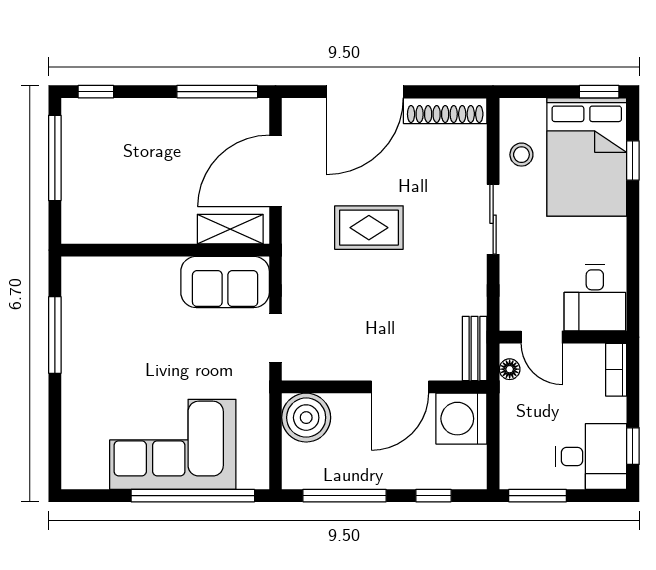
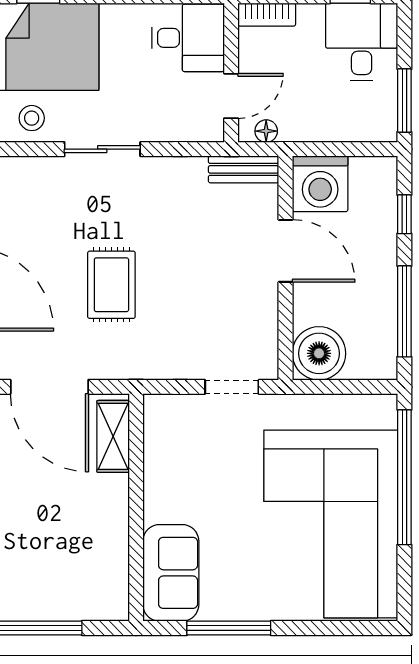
sofa: (225, 282) -> (171, 573), moved
corner sofa: (173, 444) -> (331, 524), width x1.36, depth x1.36

